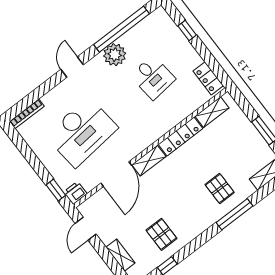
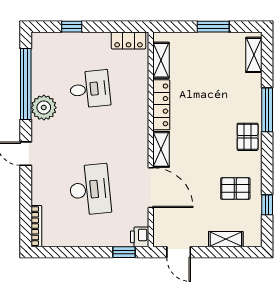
desk: (82, 132) -> (90, 190), width x0.73, depth x0.77
pallet: (220, 188) -> (248, 137), moved, turned 90

